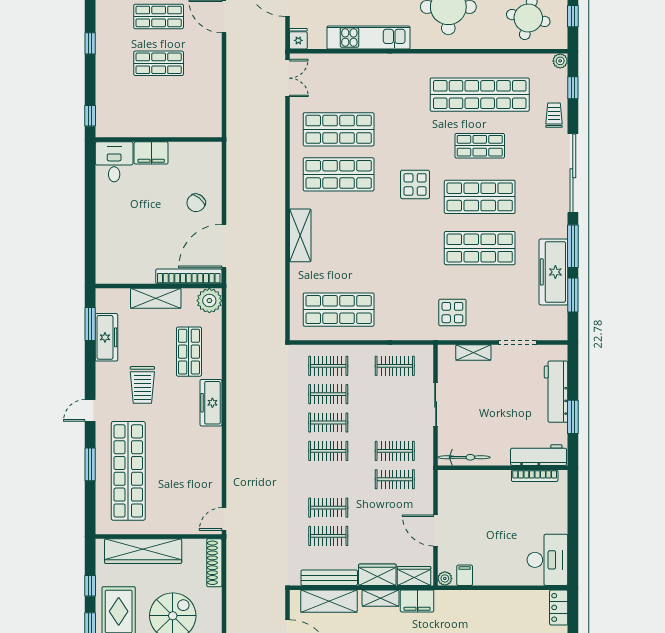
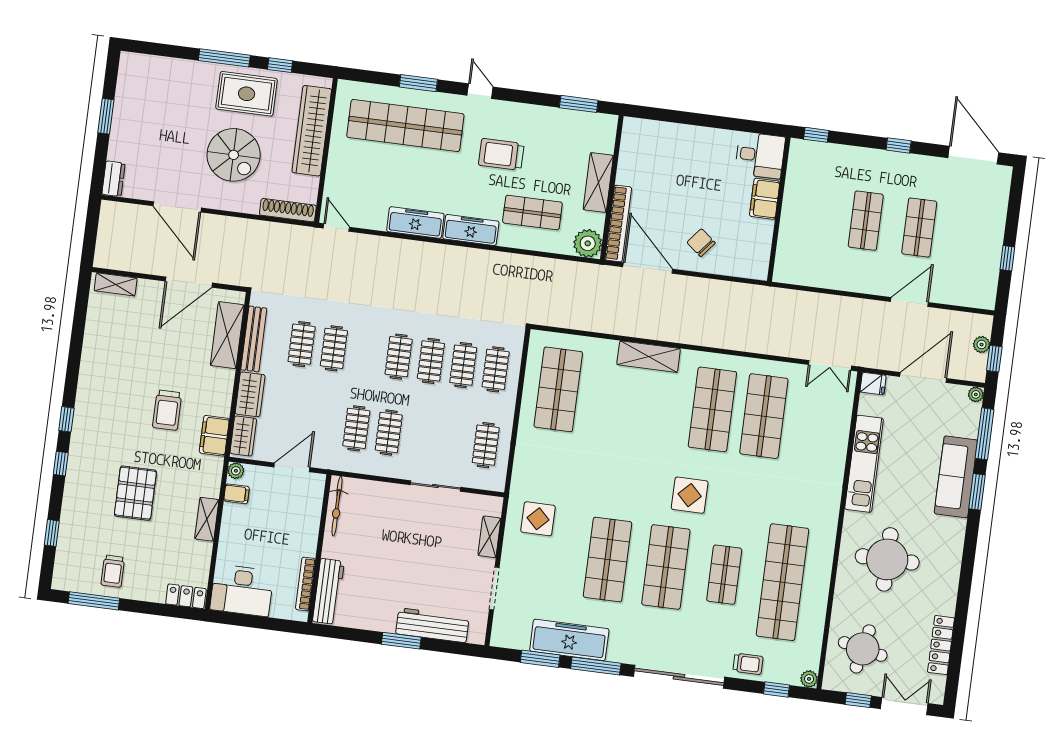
freezer: (107, 337) -> (415, 223), moved, turned 180
workbench: (539, 455) -> (328, 591), moved
bicycle: (464, 457) -> (337, 506), moved
wall: (503, 468) -> (319, 549), moved
bookcase: (535, 476) -> (305, 584), moved
shelving: (381, 598) -> (207, 519), moved

